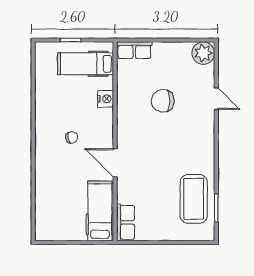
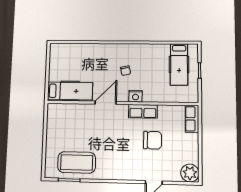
hospital bed: (86, 64) -> (179, 64), moved, turned 180
nightstand: (106, 99) -> (136, 96), moved
chair: (163, 101) -> (152, 140), turned 90
row of seats: (126, 222) -> (143, 111), moved

